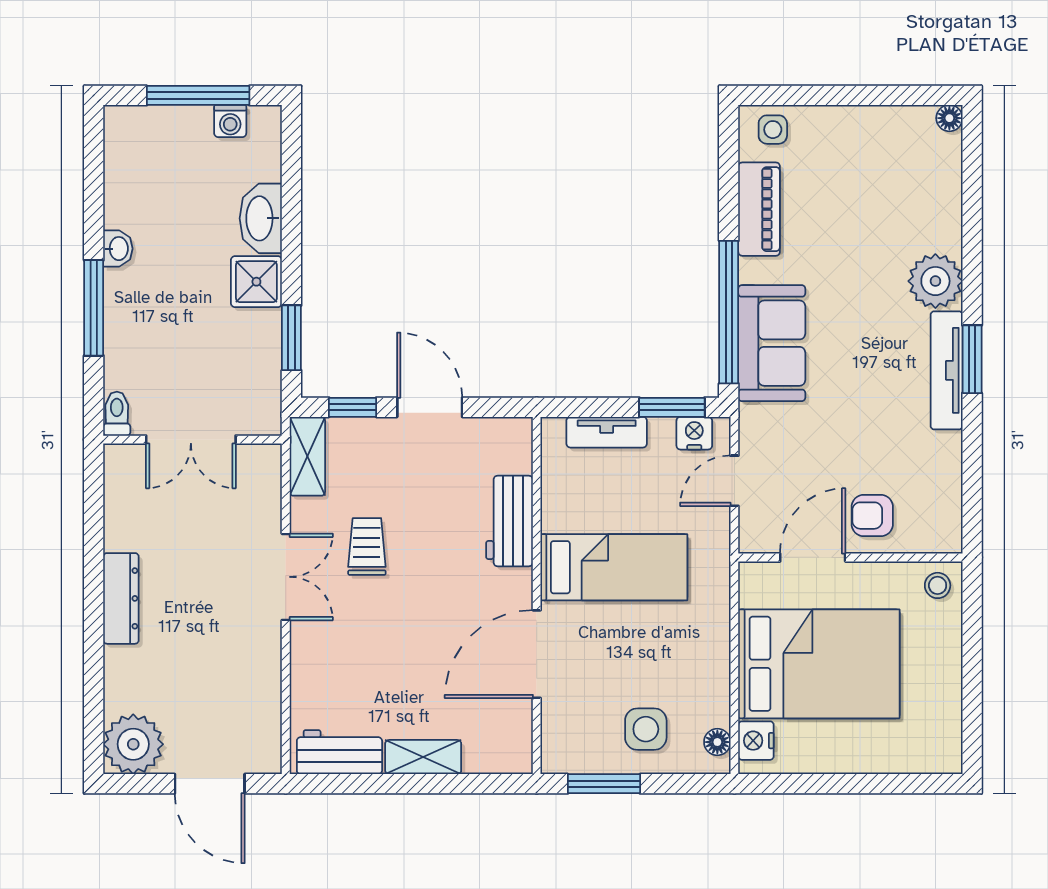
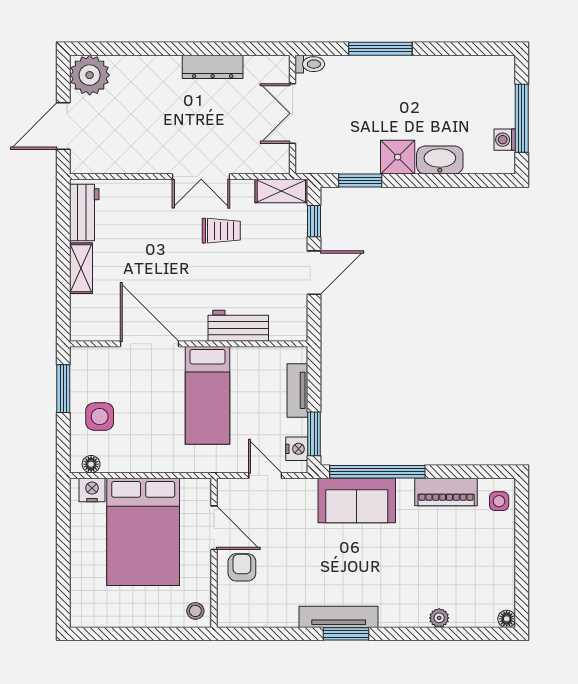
washbasin: (118, 249) -> (420, 65), removed
plant: (935, 281) -> (439, 618), moved, width x0.53, depth x0.53
dresser: (121, 598) -> (213, 67), moved

